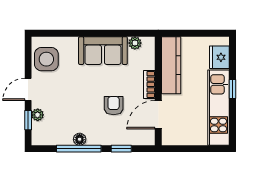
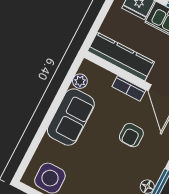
armchair: (114, 106) -> (131, 135), turned -90

